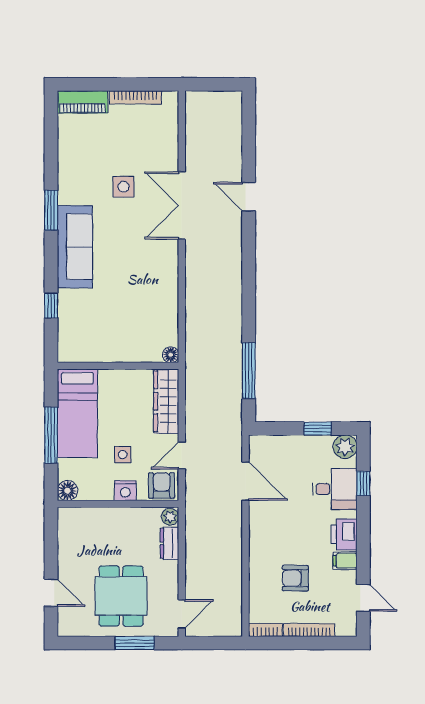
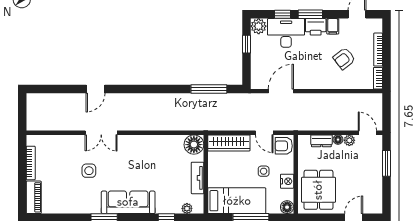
double door: (182, 205) -> (101, 133), width x0.73
plant: (66, 337) -> (187, 208), added
tv unit: (112, 353) -> (198, 178), added
floor lamp: (171, 355) -> (194, 145), width x1.89, depth x1.89
desk: (335, 489) -> (286, 33), width x1.37
nightstand: (125, 491) -> (287, 181), moved
plant: (170, 517) -> (349, 140), moved
window: (363, 526) -> (310, 14), added
floor lamp: (171, 569) -> (338, 140), added
armchair: (295, 578) -> (344, 59), turned 52
dining table: (121, 596) -> (318, 190), moved, turned 90

